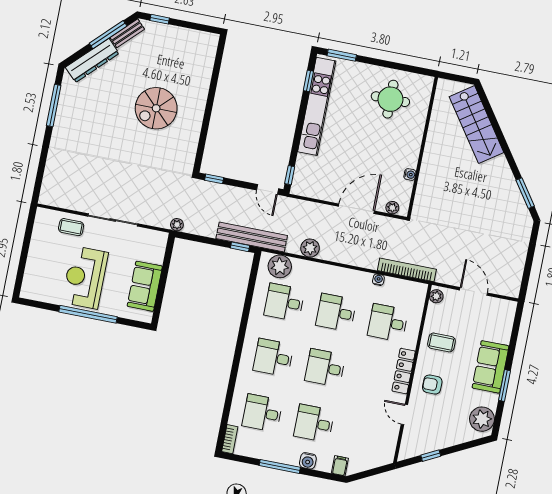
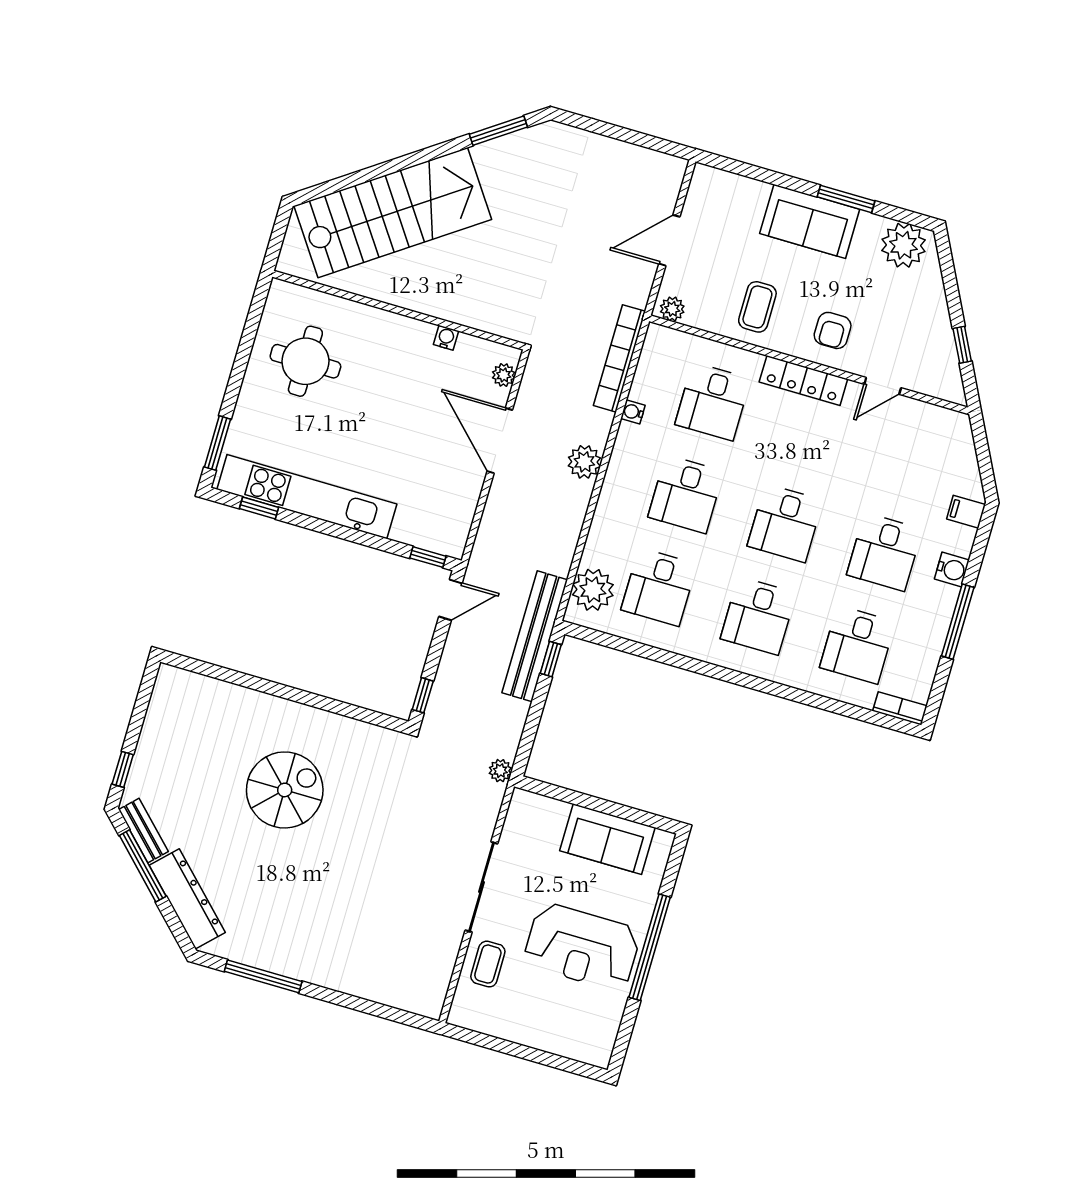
spiral stairs: (156, 108) -> (285, 790), turned -90
stairs: (477, 125) -> (393, 213), width x1.36, depth x1.51
plant: (310, 248) -> (584, 462), moved

